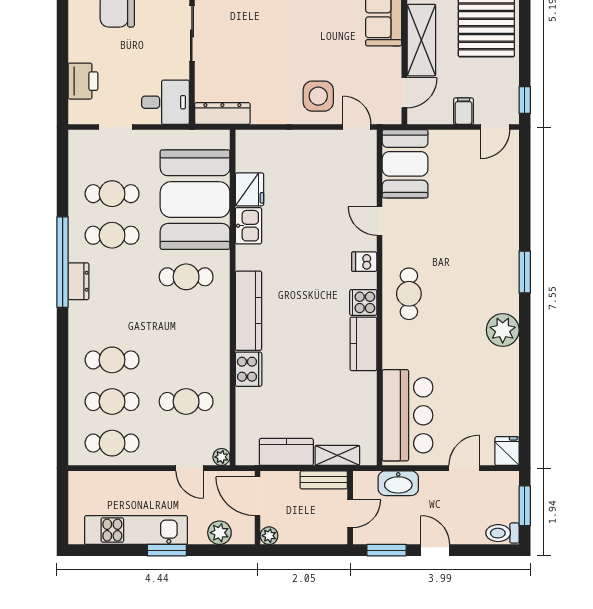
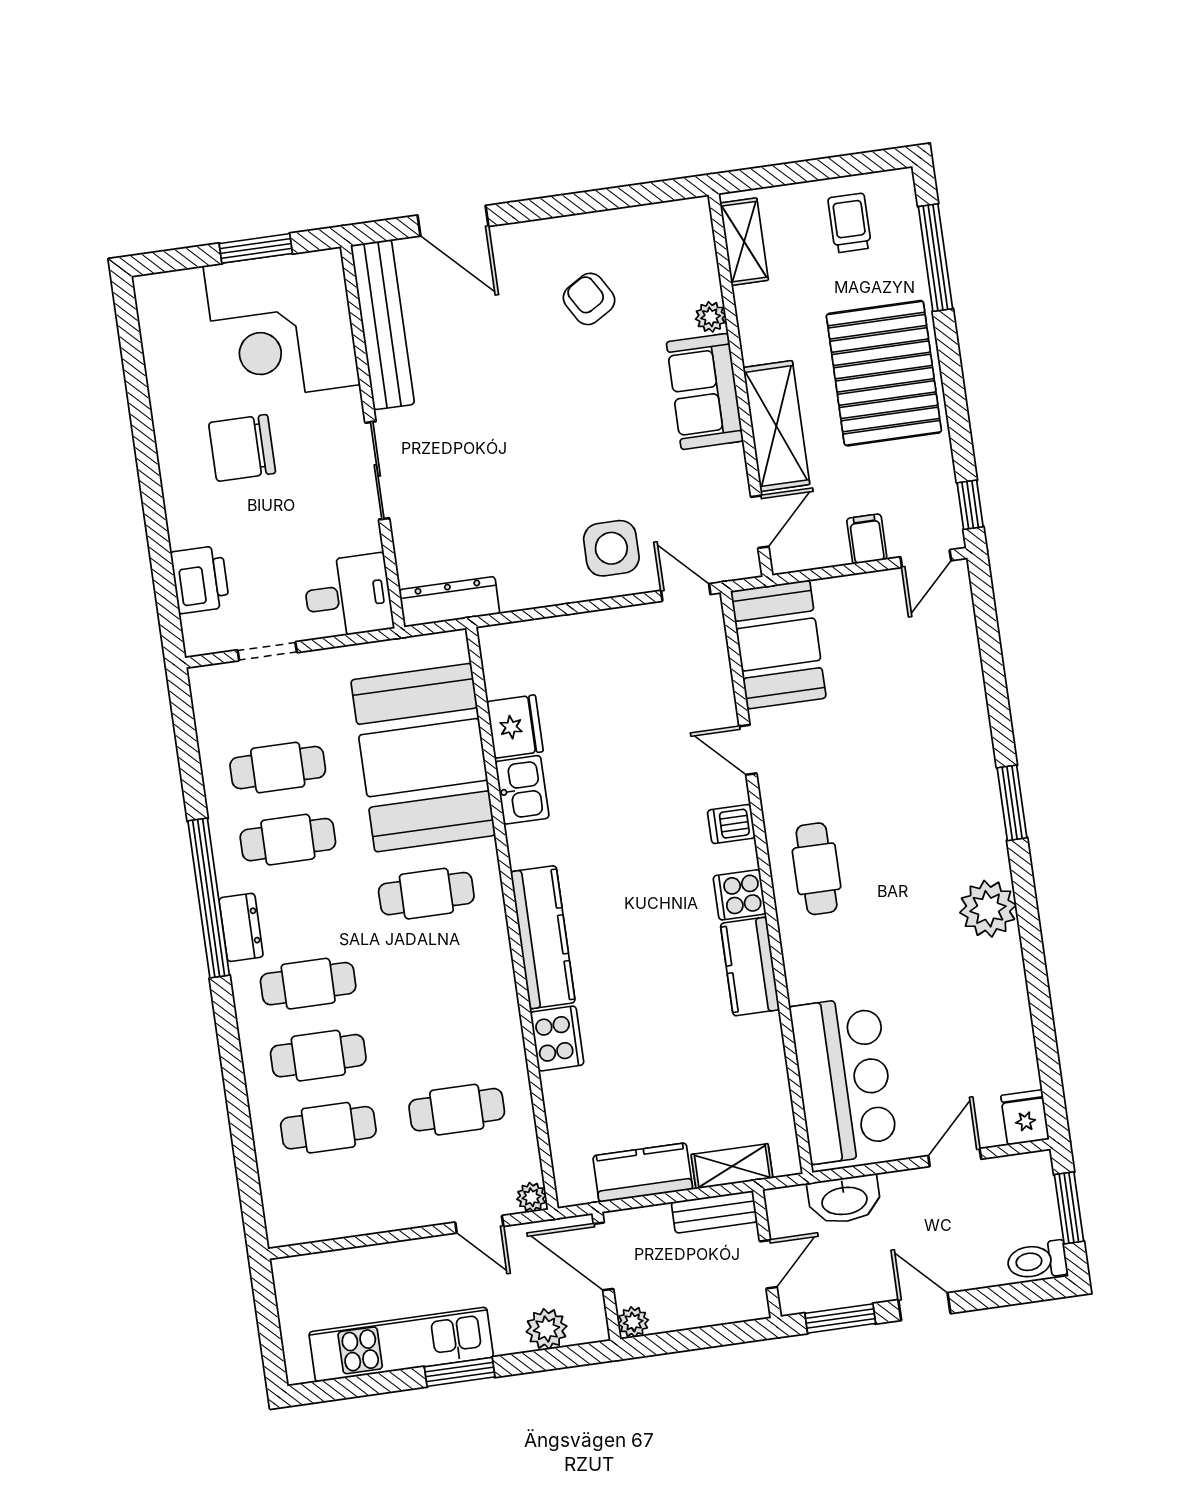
cafe table: (112, 443) -> (308, 984), moved

